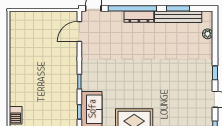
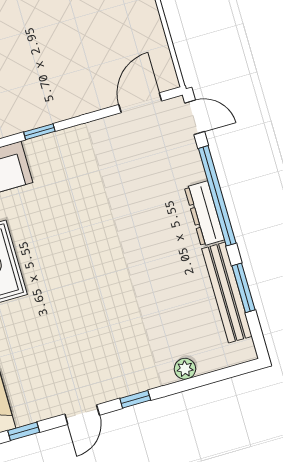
door: (79, 31) -> (140, 103), hinge flipped
plant: (208, 34) -> (185, 369), moved

